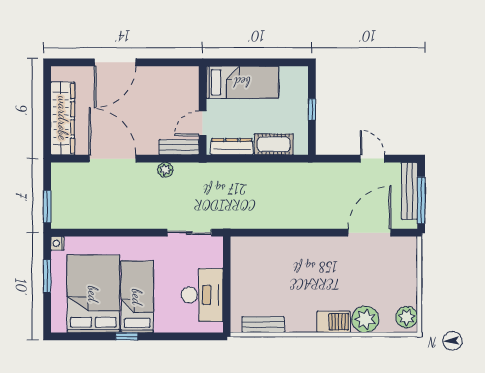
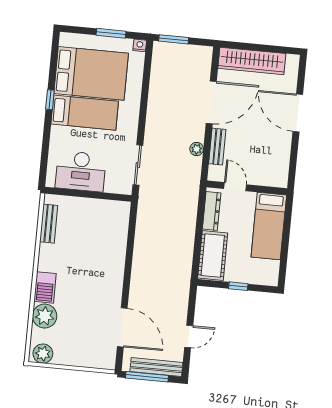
cot: (274, 144) -> (213, 256), width x1.37, depth x1.34
bench: (179, 147) -> (217, 147), moved

